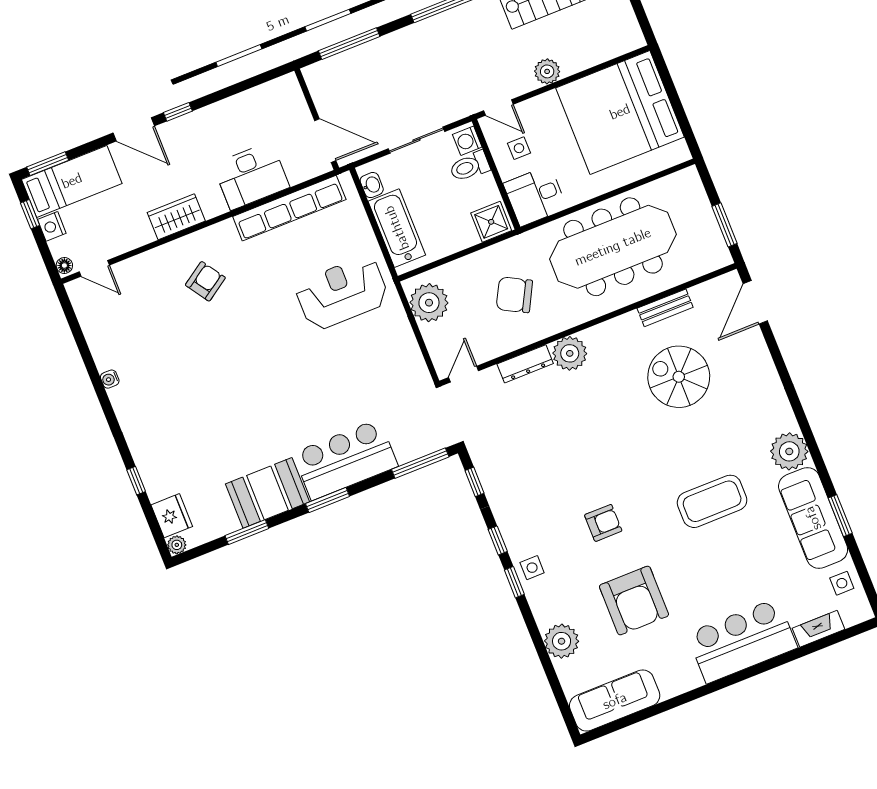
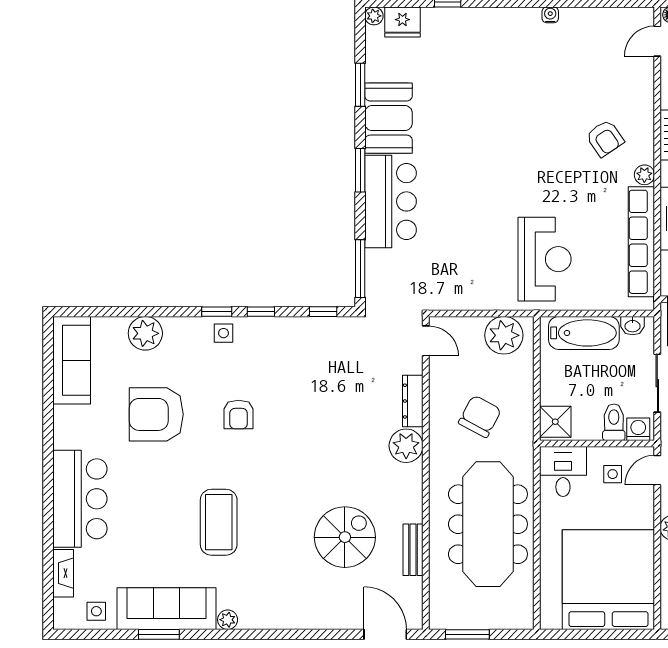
plant: (225, 230) -> (644, 175), added
plant: (789, 451) -> (228, 620), width x0.53, depth x0.53

